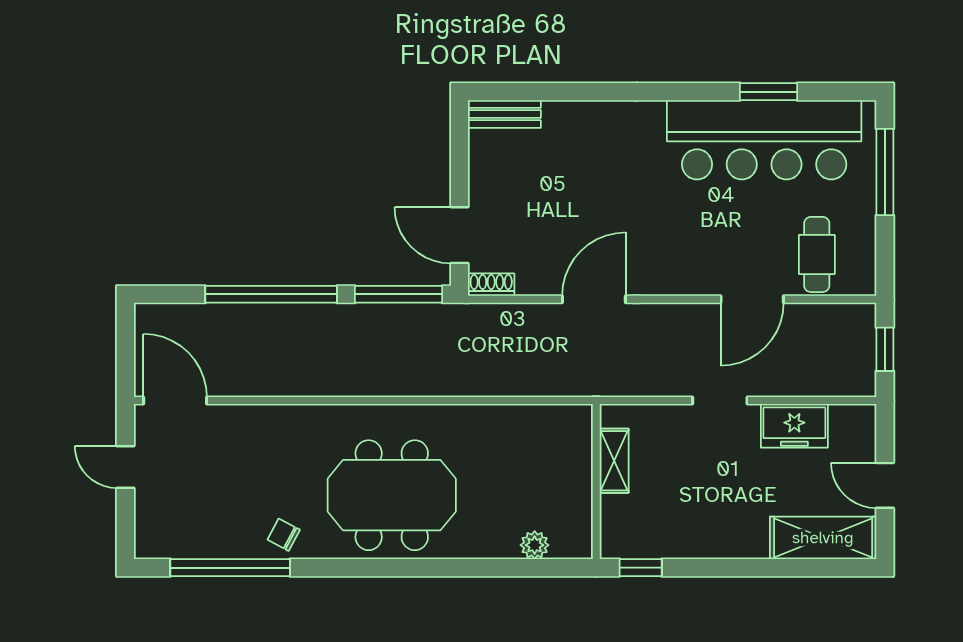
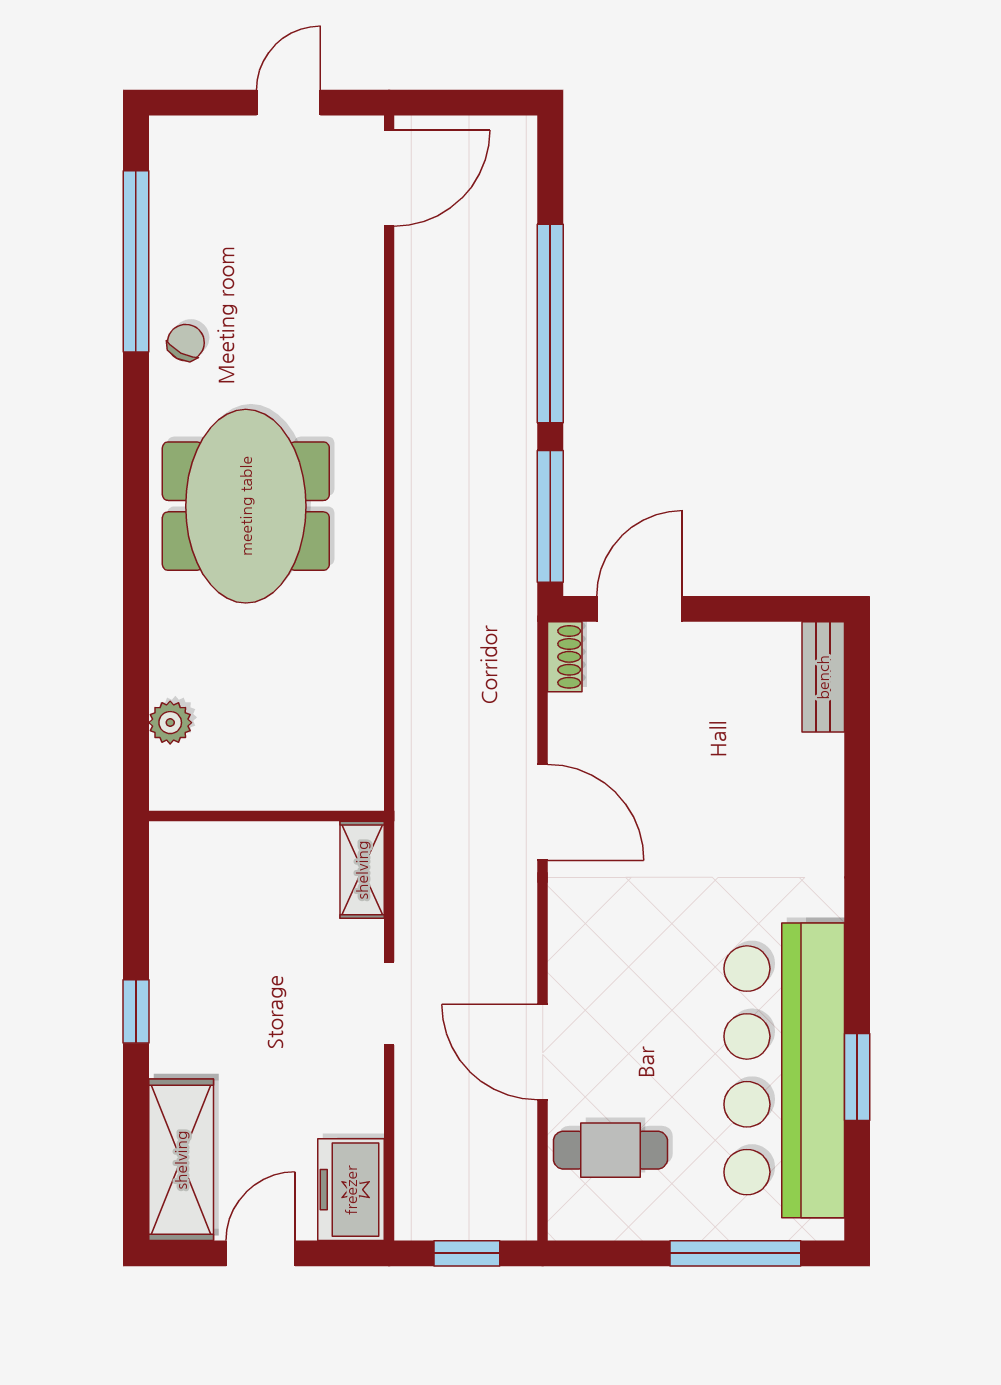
freezer: (794, 426) -> (351, 1190), moved
shelving: (614, 461) -> (362, 870), moved, turned 90
window: (641, 568) -> (136, 1011), moved

